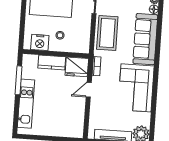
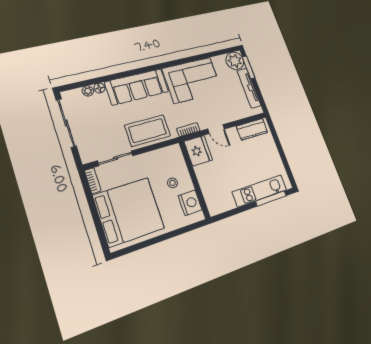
kitchen counter: (52, 62) -> (252, 129), moved, turned 90
window: (18, 80) -> (271, 198), moved

